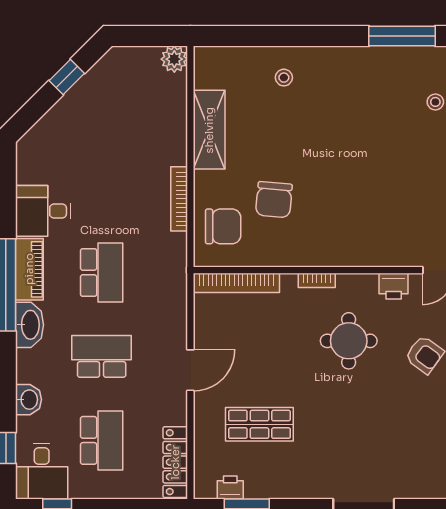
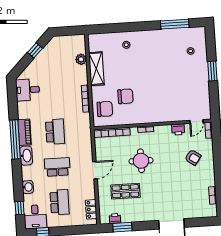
plant: (174, 59) -> (81, 59), moved
chair: (274, 200) -> (125, 96), turned -95
desk: (43, 211) -> (28, 90), moved
round table: (349, 341) -> (141, 161), moved
locker: (175, 462) -> (91, 209), width x0.66

